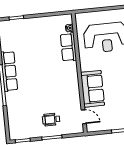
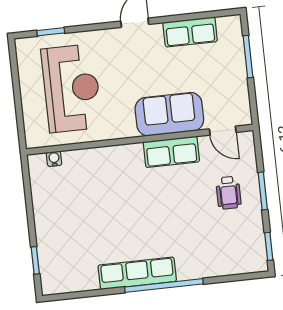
row of seats: (68, 47) -> (171, 152), moved
door: (84, 117) -> (223, 131), swing flipped

